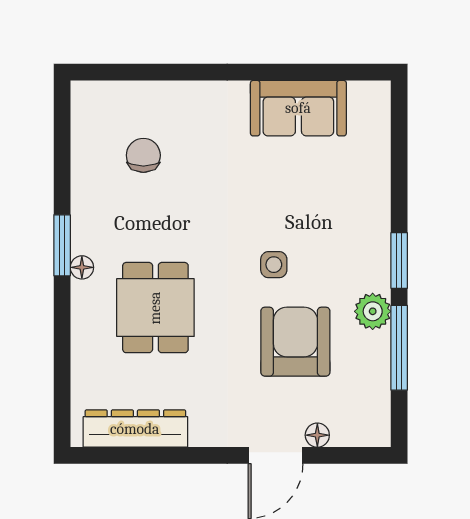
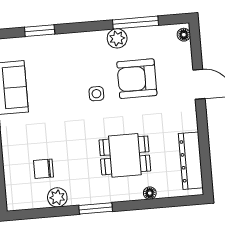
plant: (88, 176) -> (57, 197), added
window: (399, 260) -> (40, 31), moved
floor lamp: (82, 267) -> (150, 193), moved
floor lamp: (317, 435) -> (184, 35), moved

